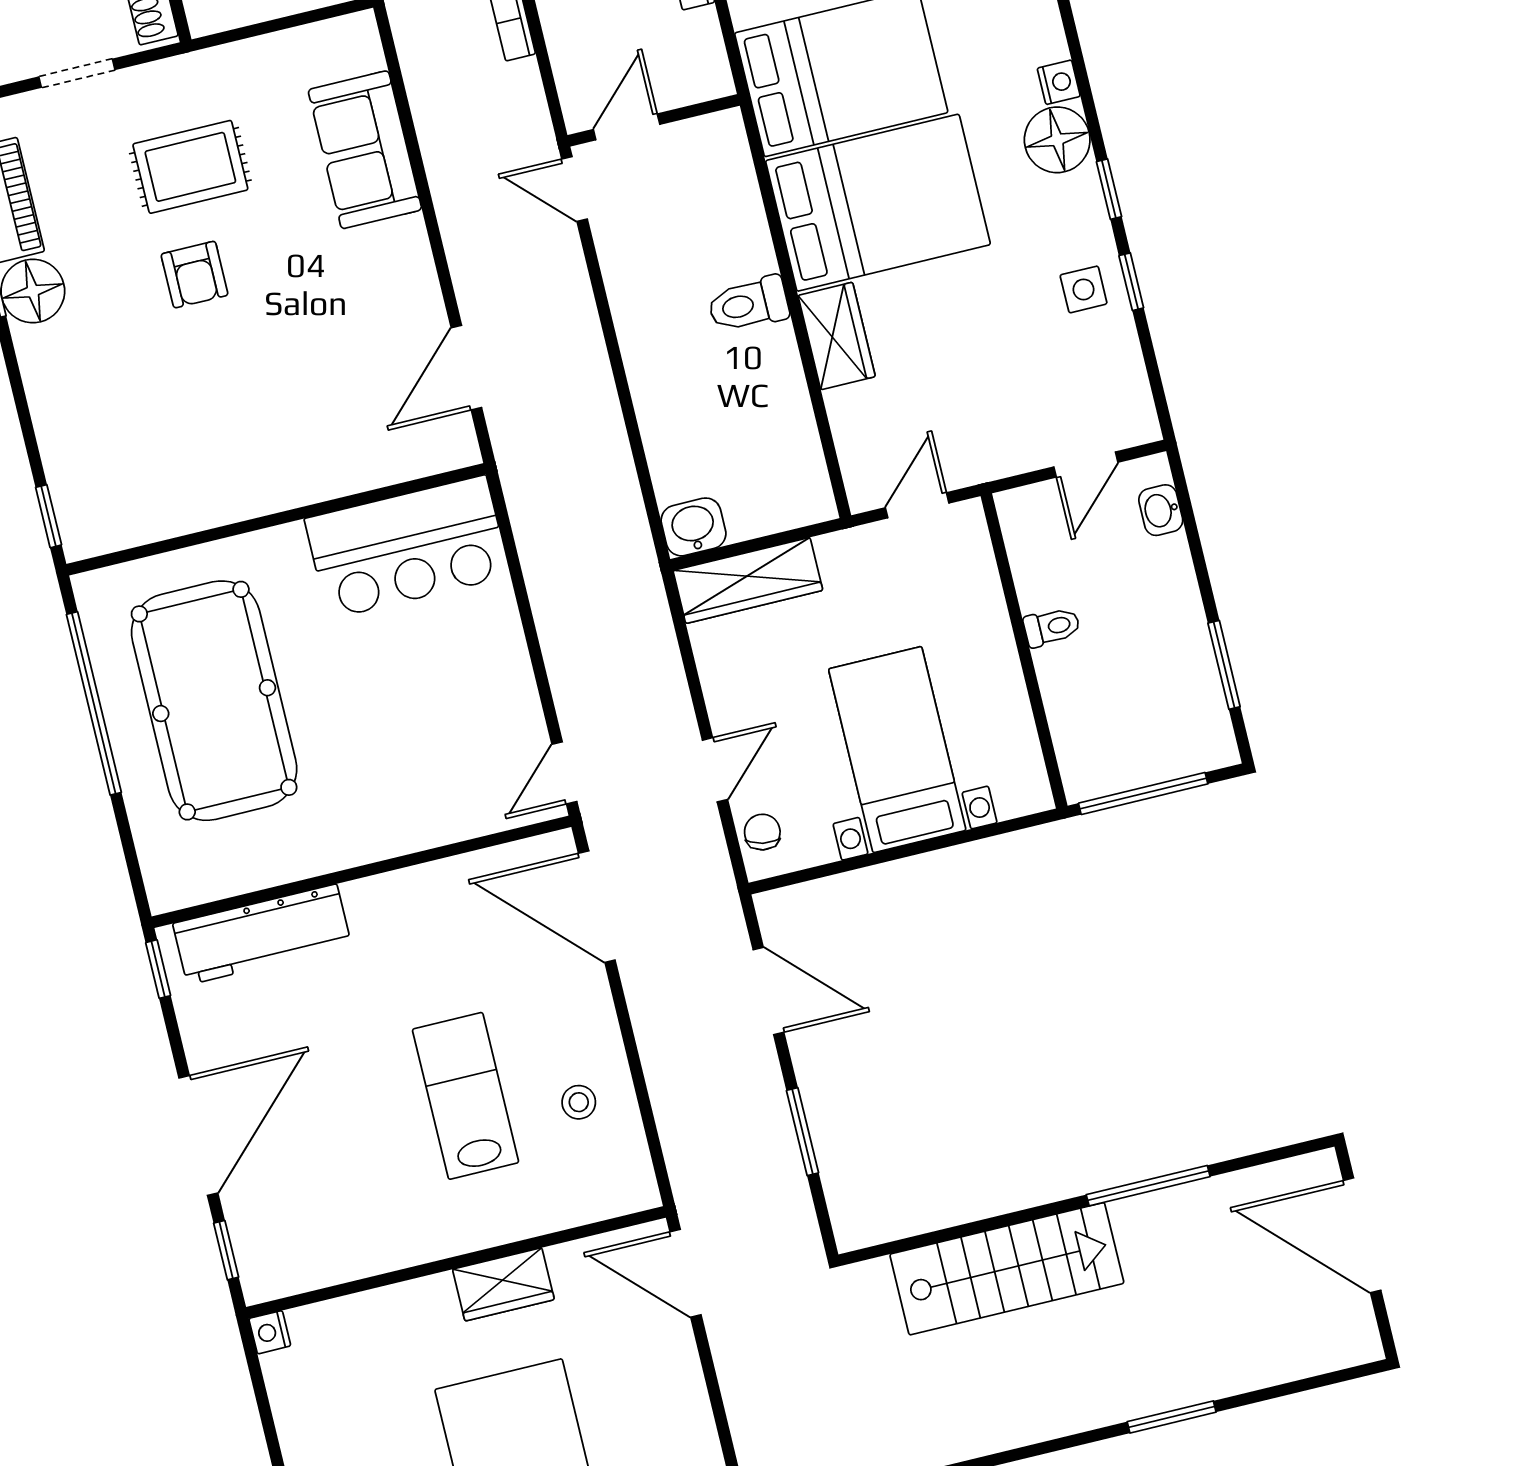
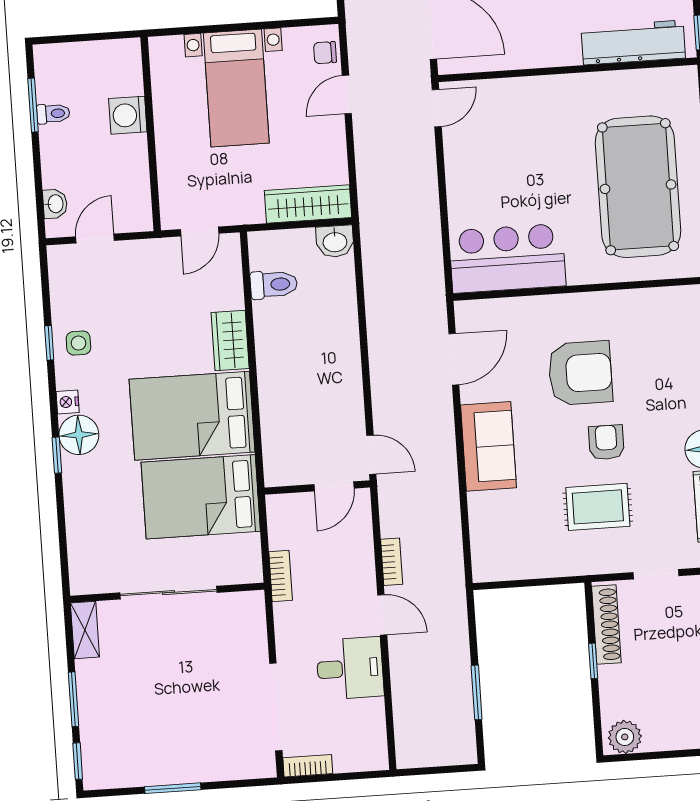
nightstand: (1059, 82) -> (68, 402), moved
sofa: (365, 150) -> (489, 446), moved
window: (1109, 189) -> (57, 455), moved
toilet: (748, 304) -> (274, 284), moved
armchair: (256, 380) -> (580, 373), added
toilet: (1052, 627) -> (53, 114), moved, turned 180
washing machine: (1067, 675) -> (128, 115), added
window: (1143, 794) -> (94, 37), removed
chair: (762, 832) -> (325, 53), turned 79

